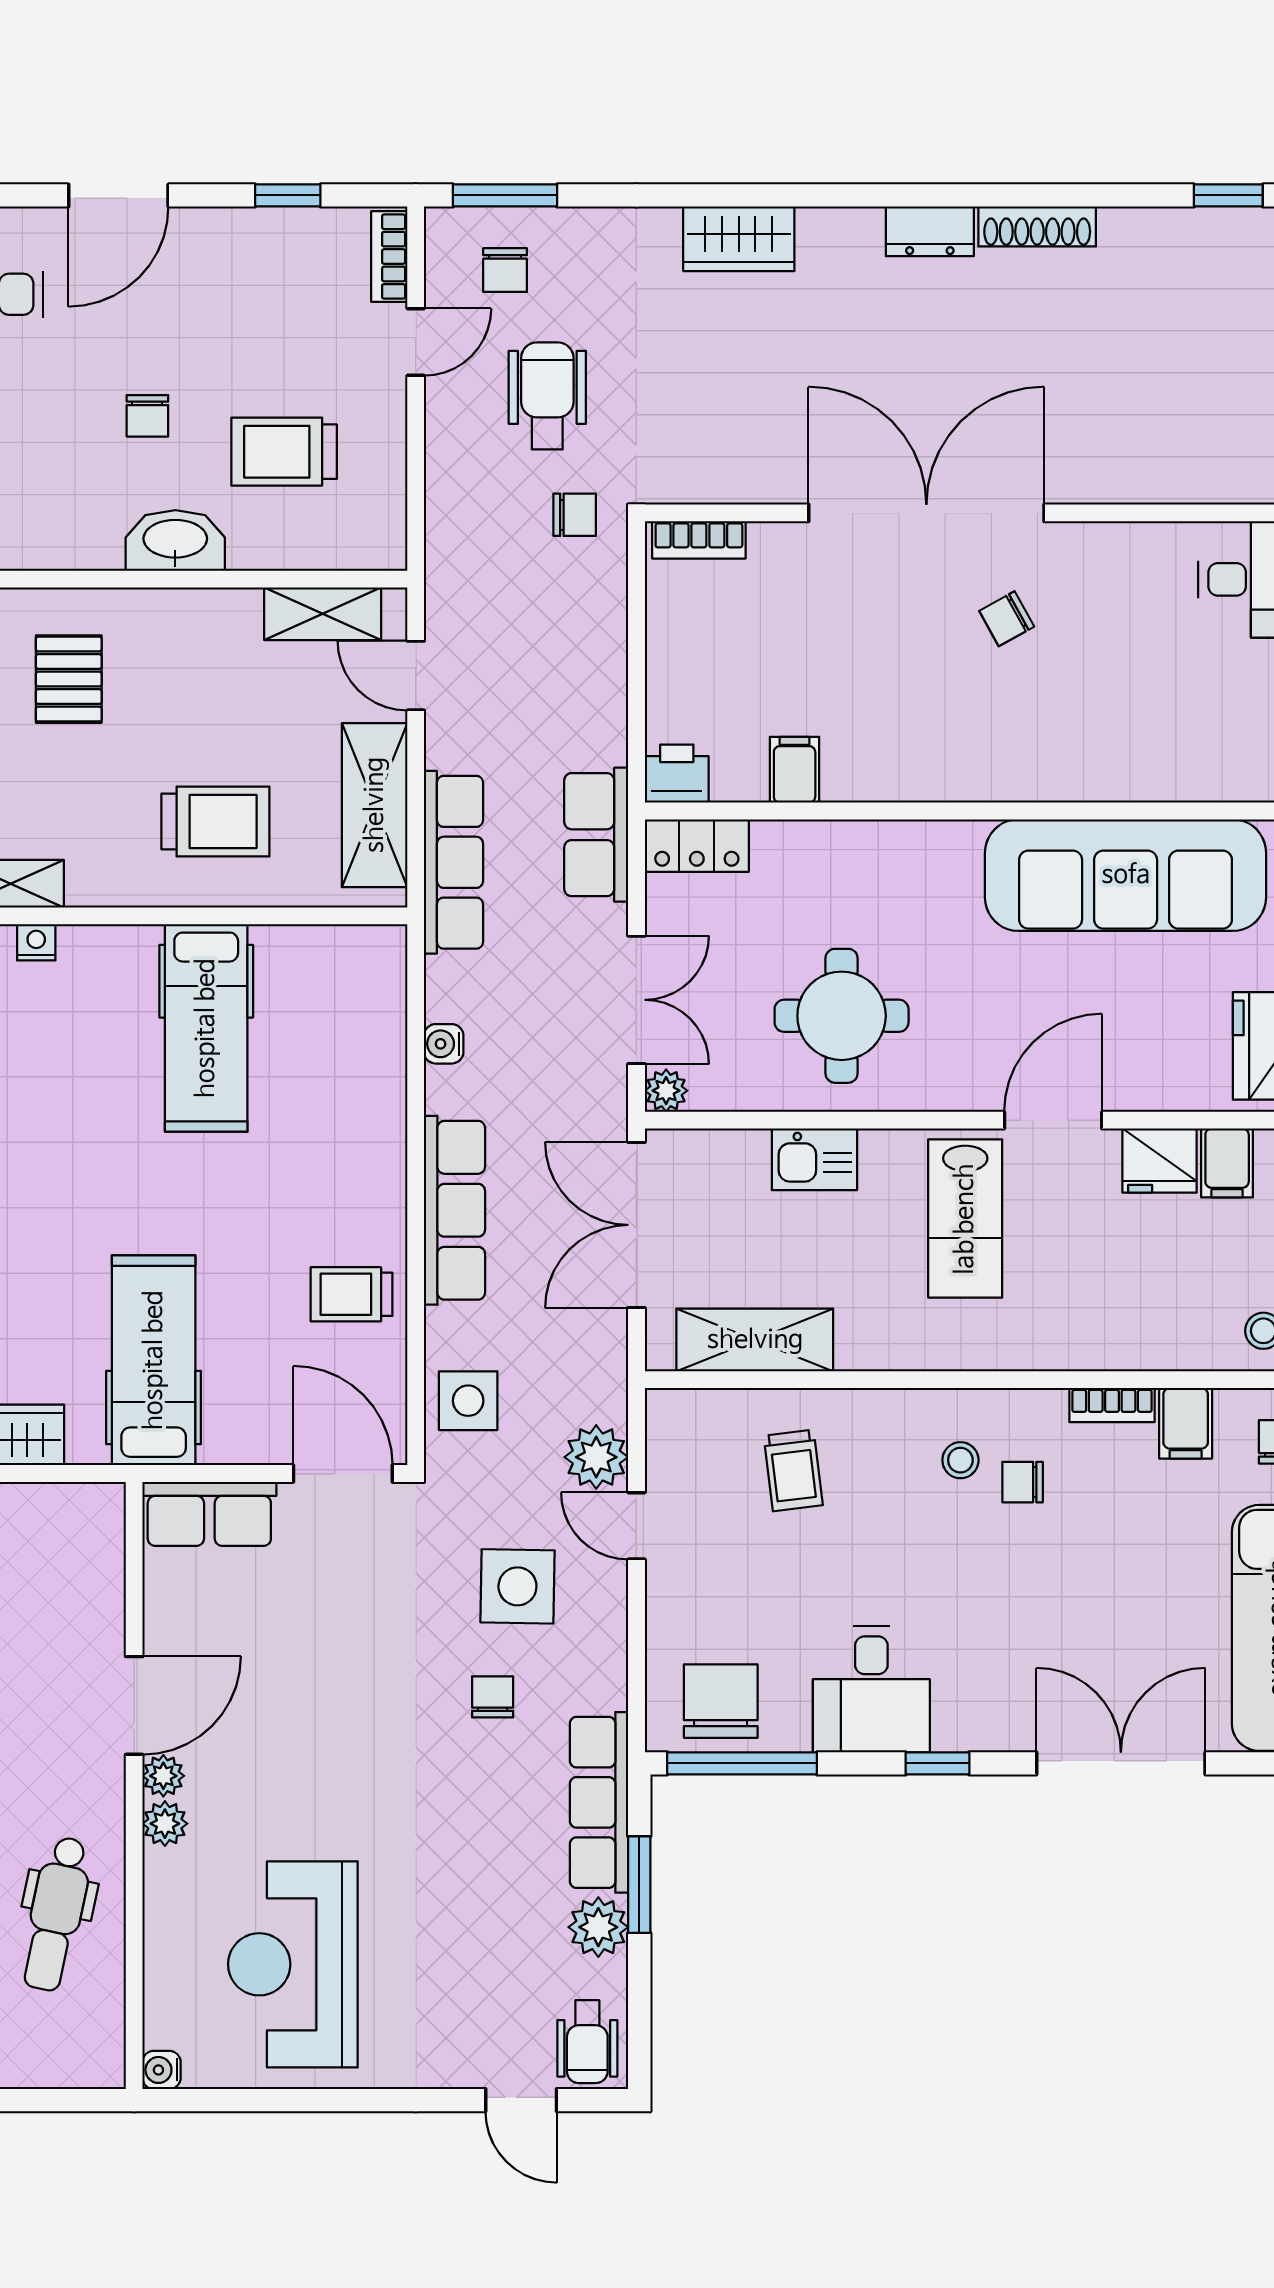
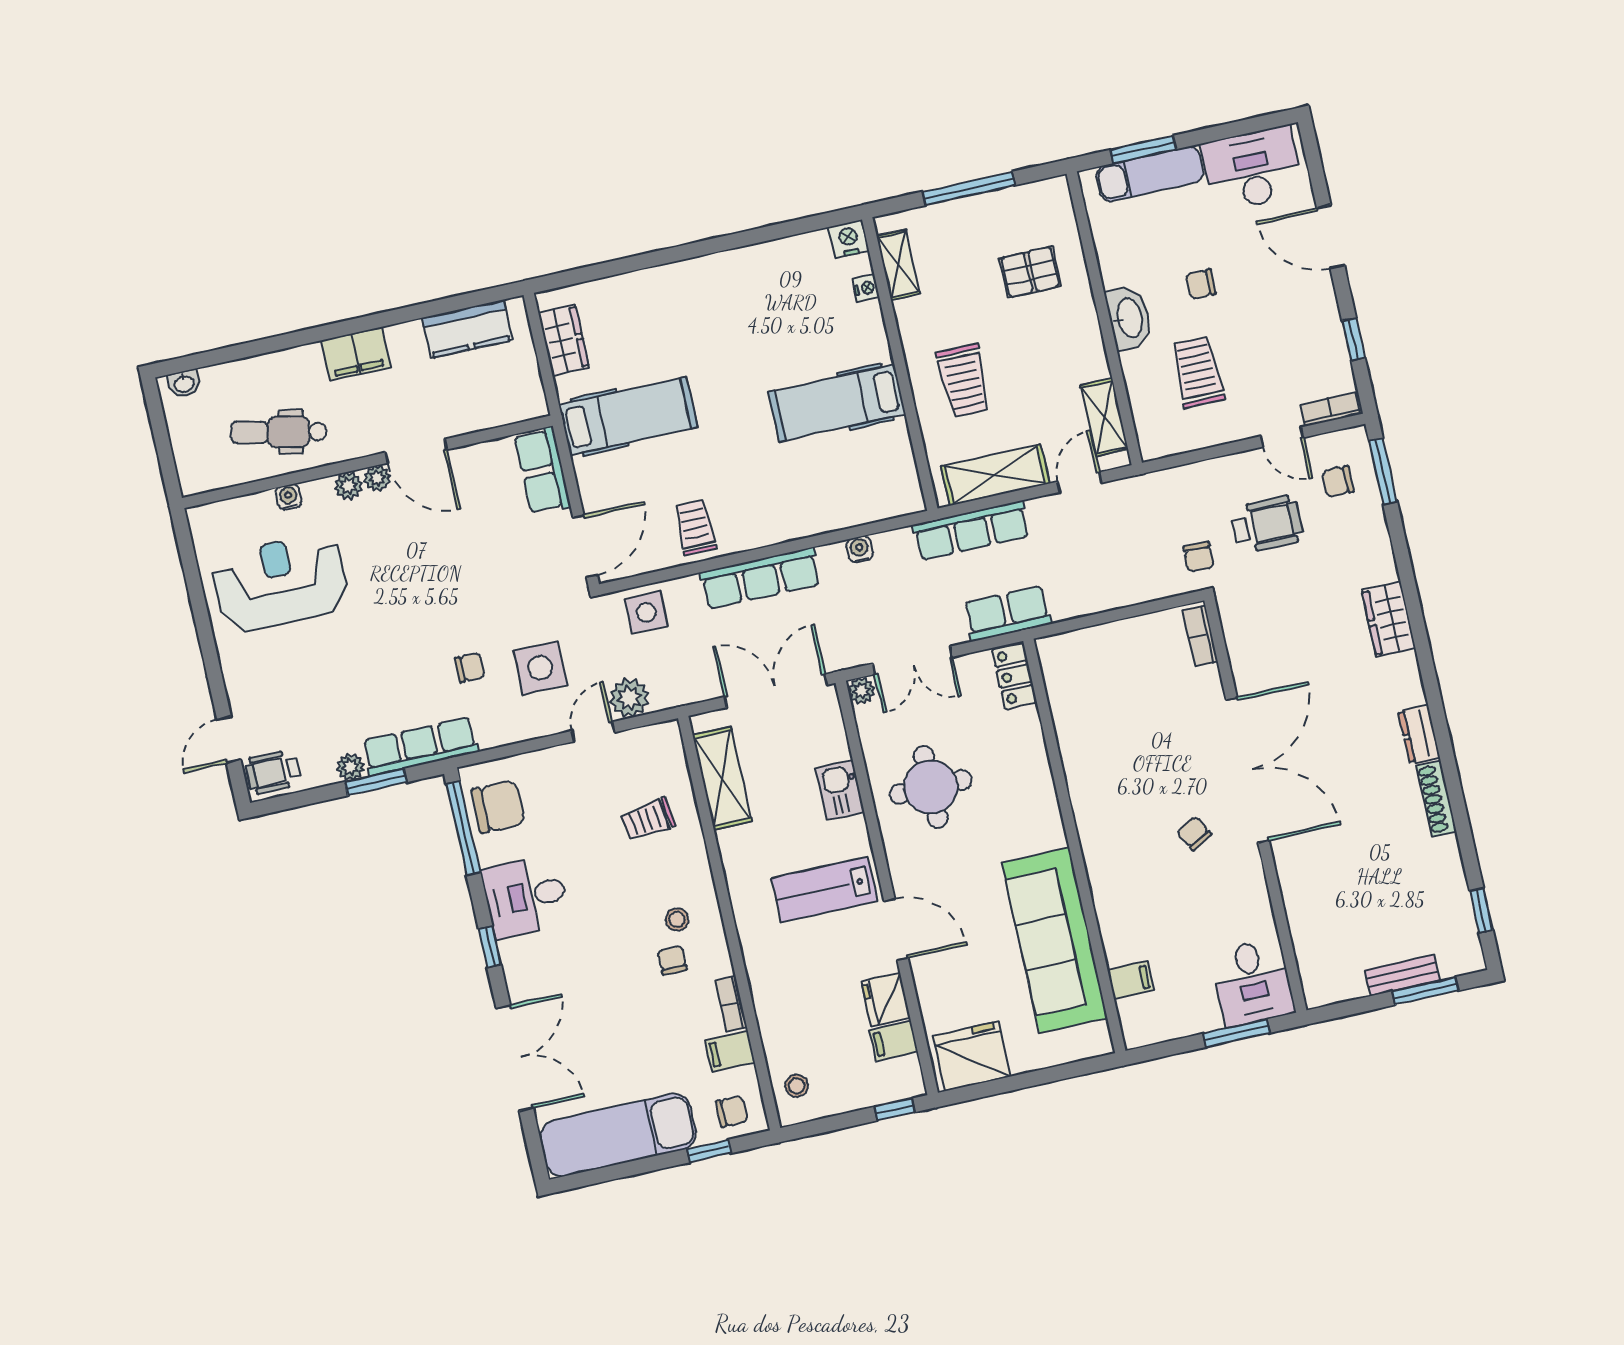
filing cabinet: (795, 770) -> (1131, 980), moved
printer: (677, 774) -> (1055, 654), removed
plant: (598, 1927) -> (350, 767), width x0.73, depth x0.73
water cooler: (162, 2070) -> (289, 497), moved

